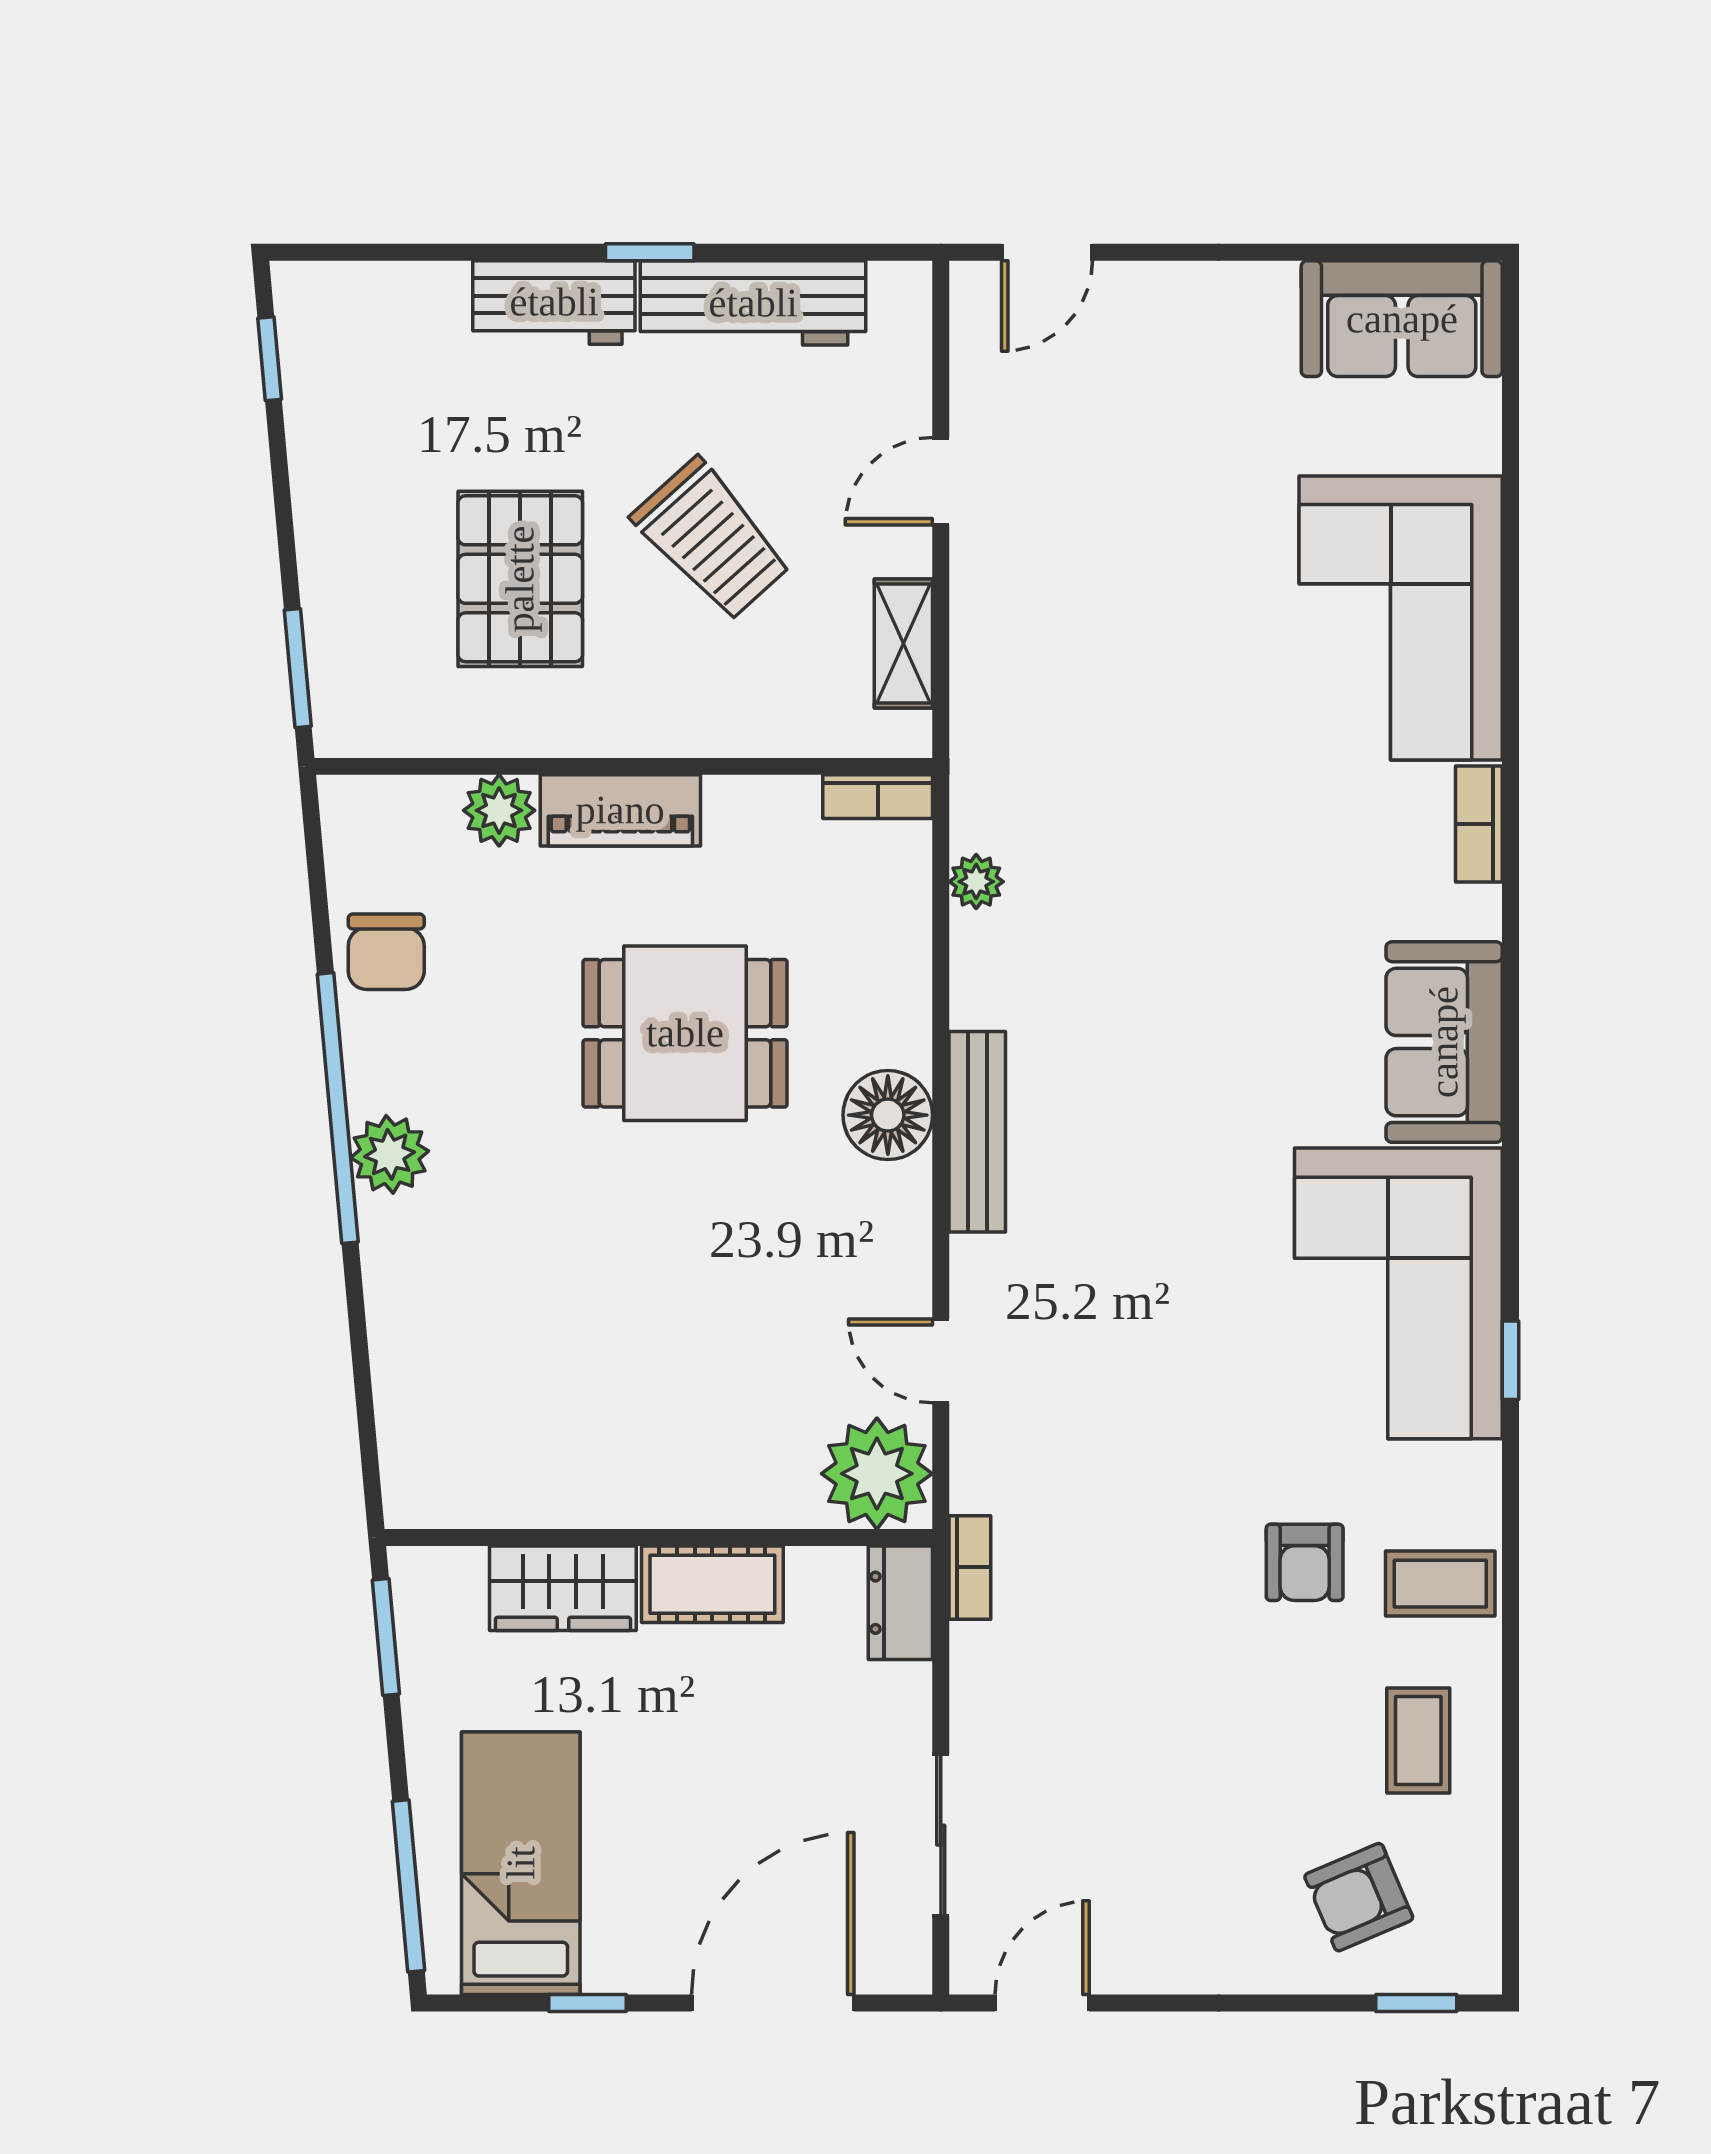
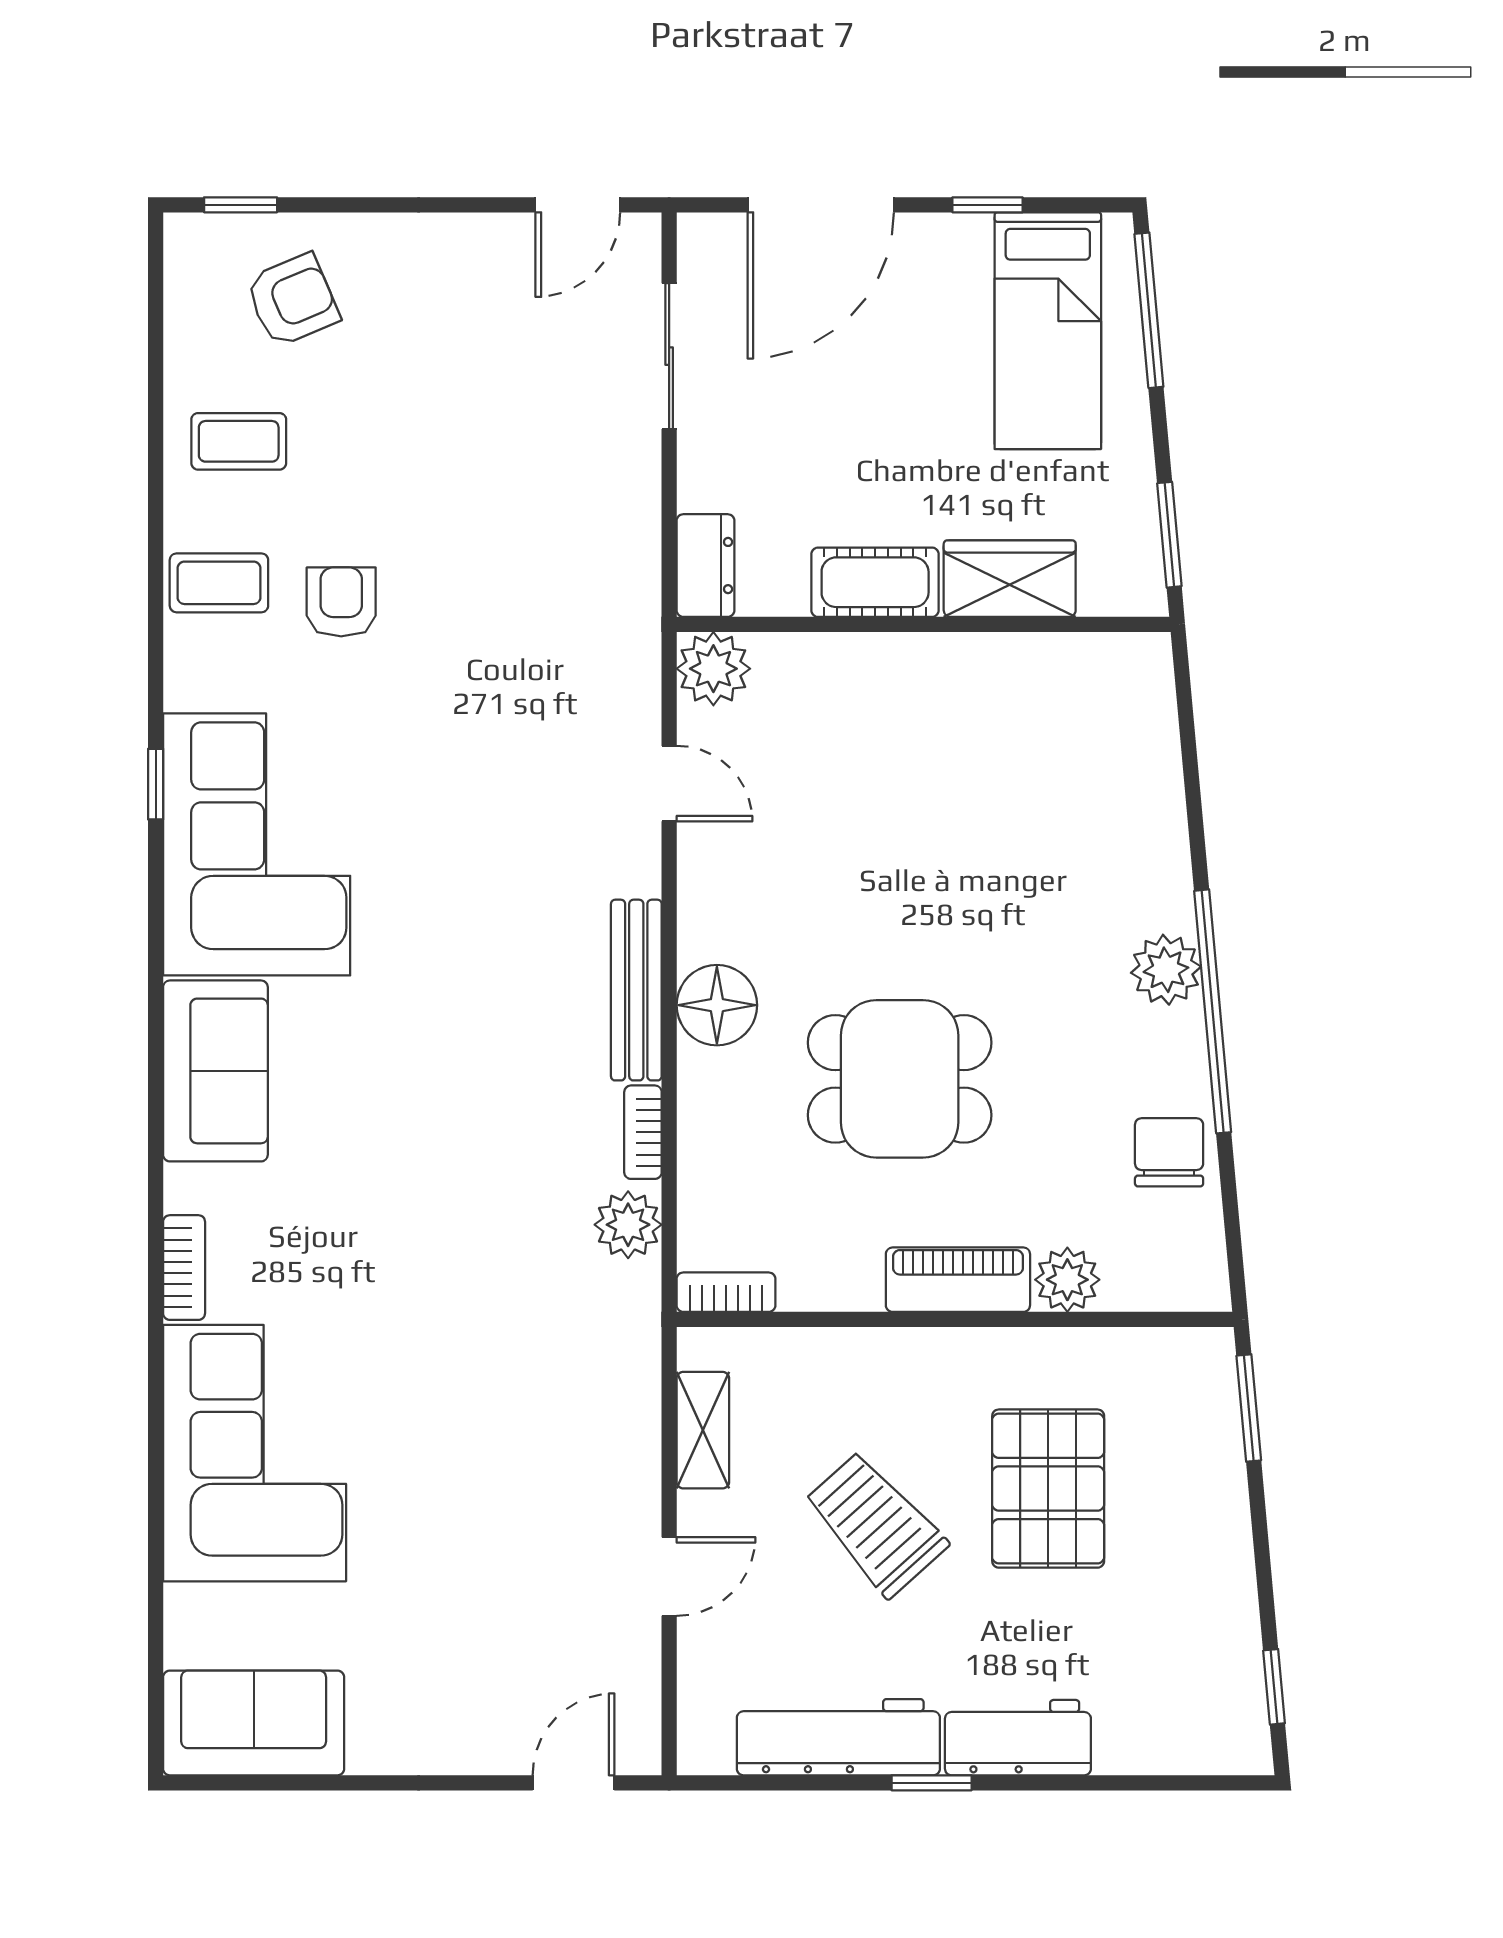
plant: (976, 882) -> (628, 1225), width x1.38, depth x1.38
plant: (877, 1474) -> (713, 669), width x0.73, depth x0.73
bookcase: (970, 1567) -> (643, 1132), moved
coffee table: (1418, 1741) -> (239, 441), turned 90

